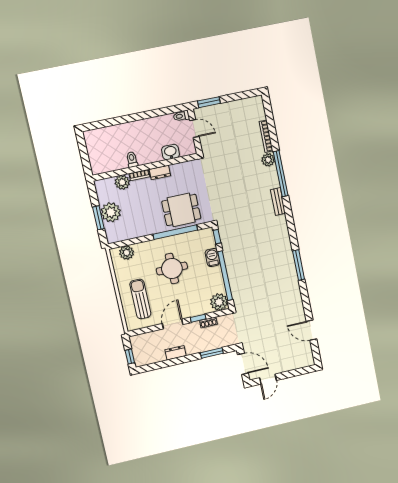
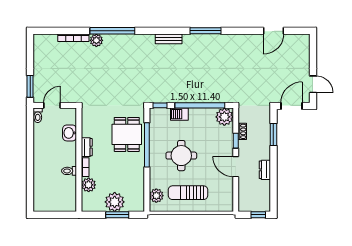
bench: (278, 202) -> (169, 39), moved
sun lounger: (140, 299) -> (188, 193), moved

